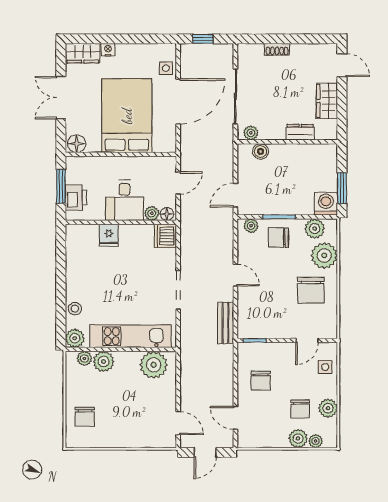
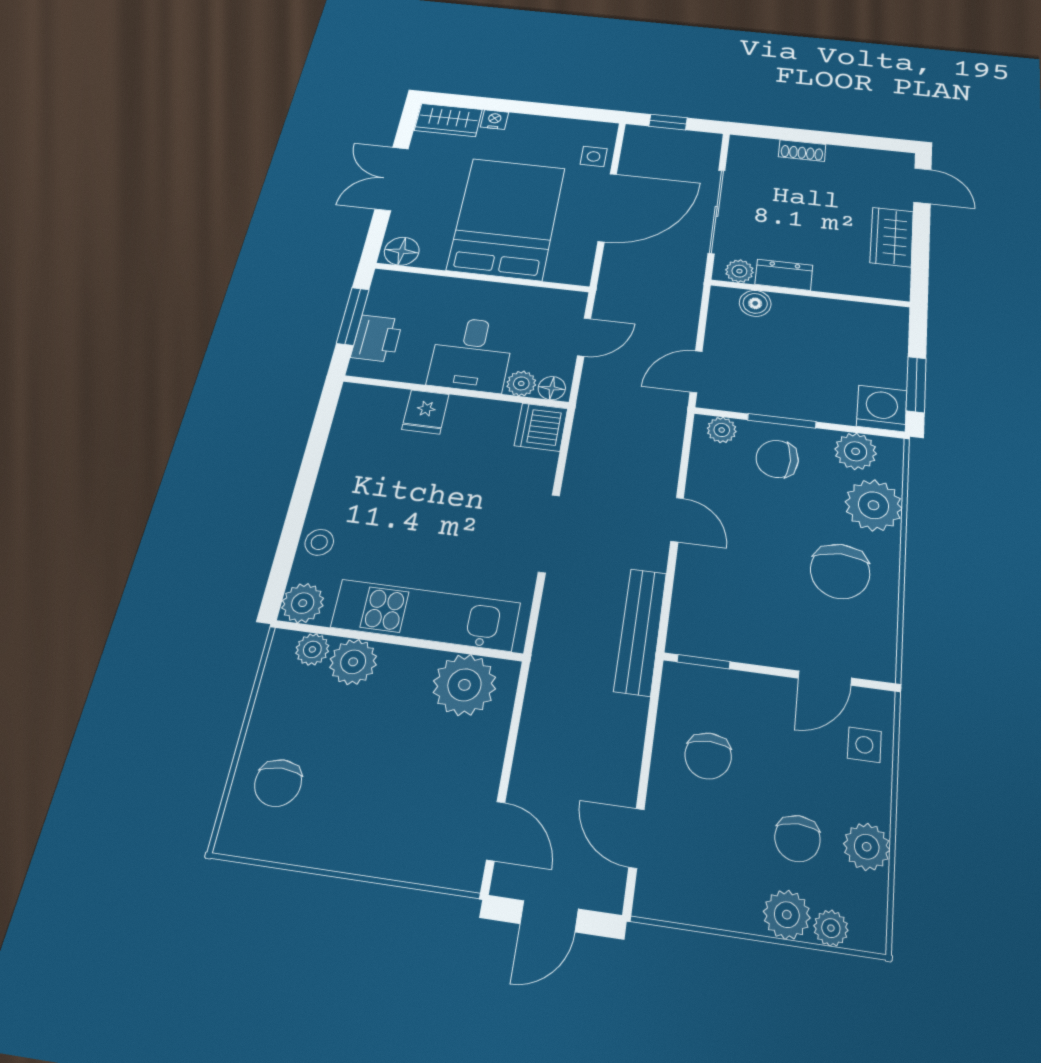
dresser: (300, 132) -> (784, 275), moved
bench: (226, 323) -> (640, 631), width x1.36

